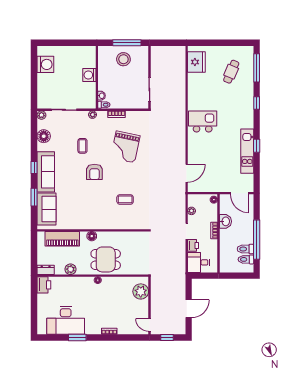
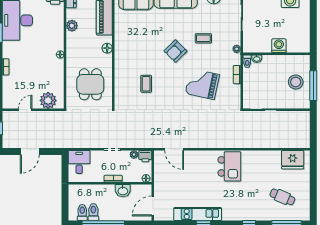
armchair: (94, 172) -> (175, 51), turned -45
printer: (193, 245) -> (145, 156), moved
dining table: (106, 259) -> (90, 84), moved
door: (189, 309) -> (30, 151), hinge flipped
door: (149, 325) -> (25, 110), moved

